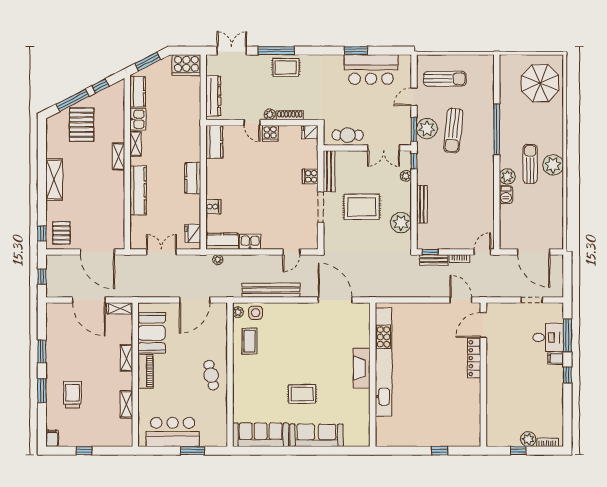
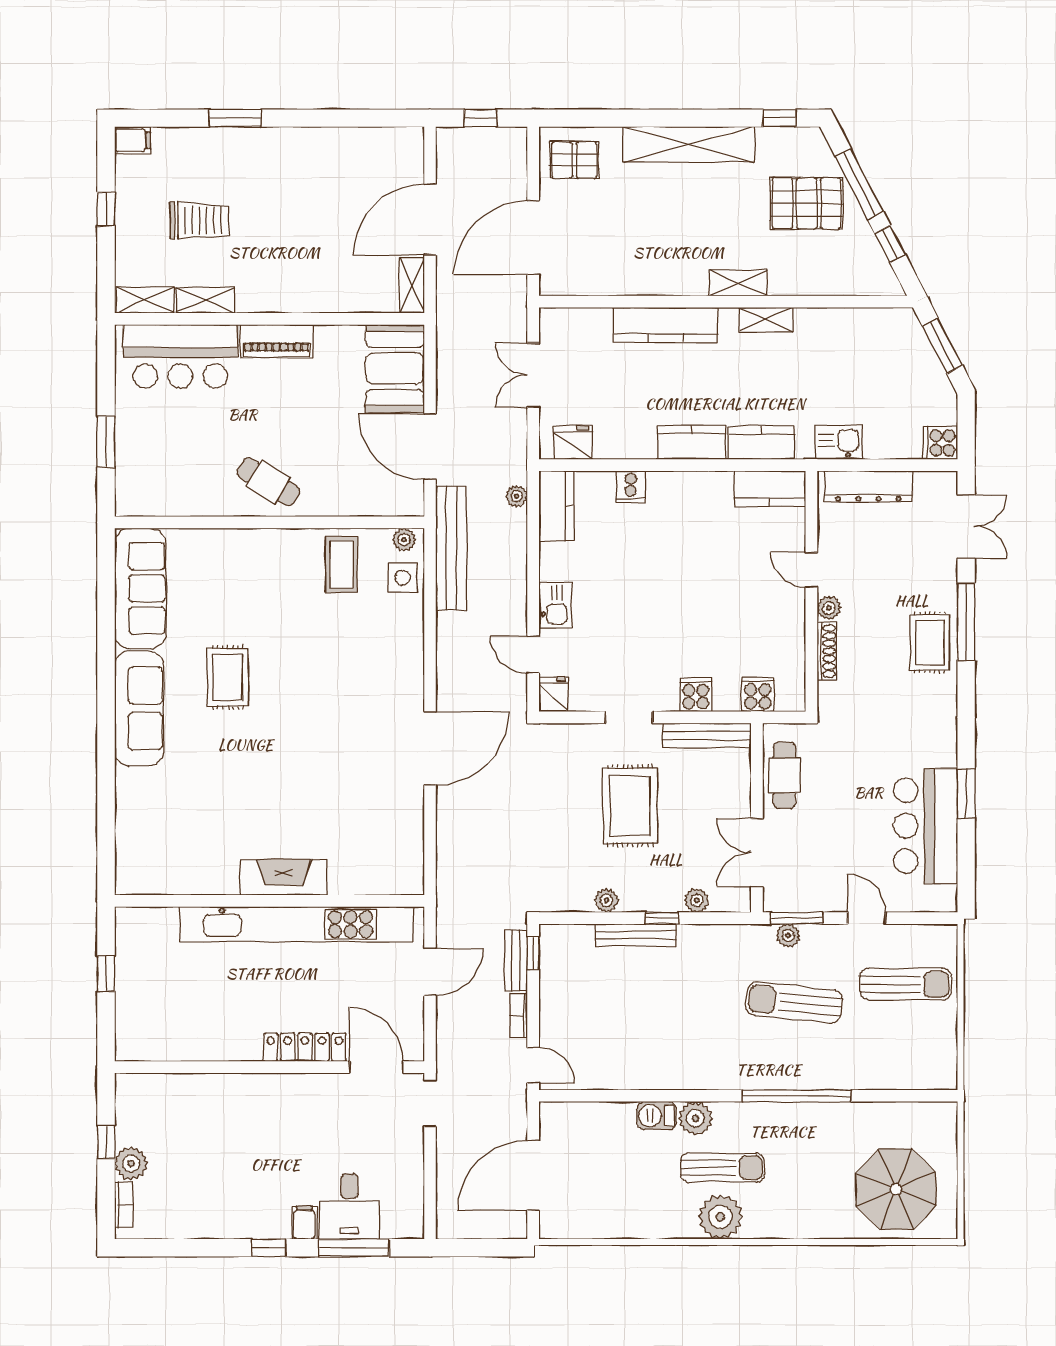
cooker: (186, 65) -> (940, 443), width x0.53, depth x0.76
sun lounger: (445, 79) -> (906, 984), turned -90
kitchen counter: (138, 92) -> (761, 443), moved, turned 180
kitchen sink: (138, 119) -> (839, 442), moved, turned 180
door: (252, 123) -> (811, 570), hinge flipped
plant: (427, 129) -> (788, 935), width x0.53, depth x0.53
fridge: (310, 132) -> (554, 694), moved
cooker: (270, 133) -> (758, 694), moved, turned 90
window: (414, 161) -> (662, 918), moved
shelving: (54, 180) -> (689, 145), width x1.47
doorway: (321, 207) -> (629, 717), width x0.73
plant: (401, 223) -> (606, 900), width x0.53, depth x0.53
window: (42, 234) -> (780, 118), moved
kitchen sink: (250, 242) -> (555, 605), moved
double door: (161, 252) -> (533, 375), swing flipped
bench: (271, 290) -> (451, 548), moved
door: (461, 300) -> (430, 972), moved
doorway: (532, 300) -> (430, 1104), moved
booth: (152, 333) -> (395, 368), moved, turned 90
coffee table: (250, 341) -> (341, 565), turned 90
window: (42, 351) -> (319, 118), removed
shelving: (127, 358) -> (145, 300), moved
kitchen unit: (384, 362) -> (297, 924), moved
fireplace: (362, 368) -> (284, 877), moved
cafe table: (211, 375) -> (268, 482), turned 43
wall: (373, 375) -> (269, 901), moved
trolley: (72, 395) -> (199, 220), moved
bar counter: (173, 432) -> (180, 356), moved, turned 90

